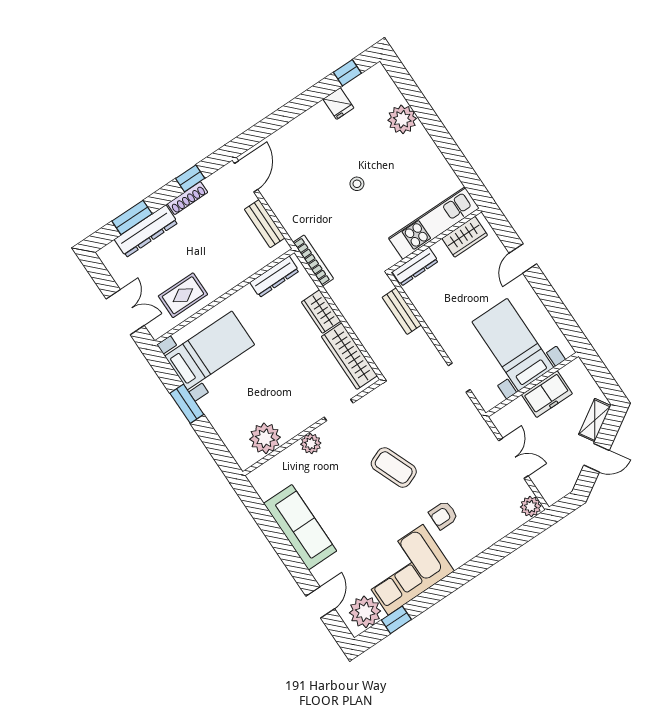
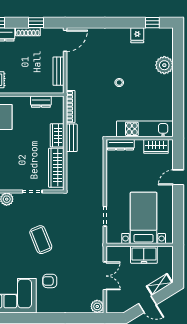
dresser: (274, 277) -> (41, 102), width x0.70
bench: (402, 311) -> (72, 138), moved

